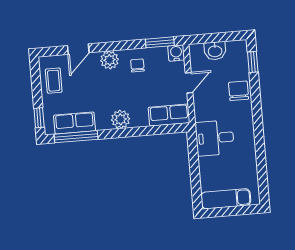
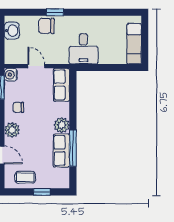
washbasin: (215, 51) -> (12, 31), moved
window: (253, 62) -> (55, 12), moved
window: (39, 118) -> (42, 192), moved
row of seats: (75, 123) -> (61, 151), moved
window: (76, 137) -> (73, 148), moved

